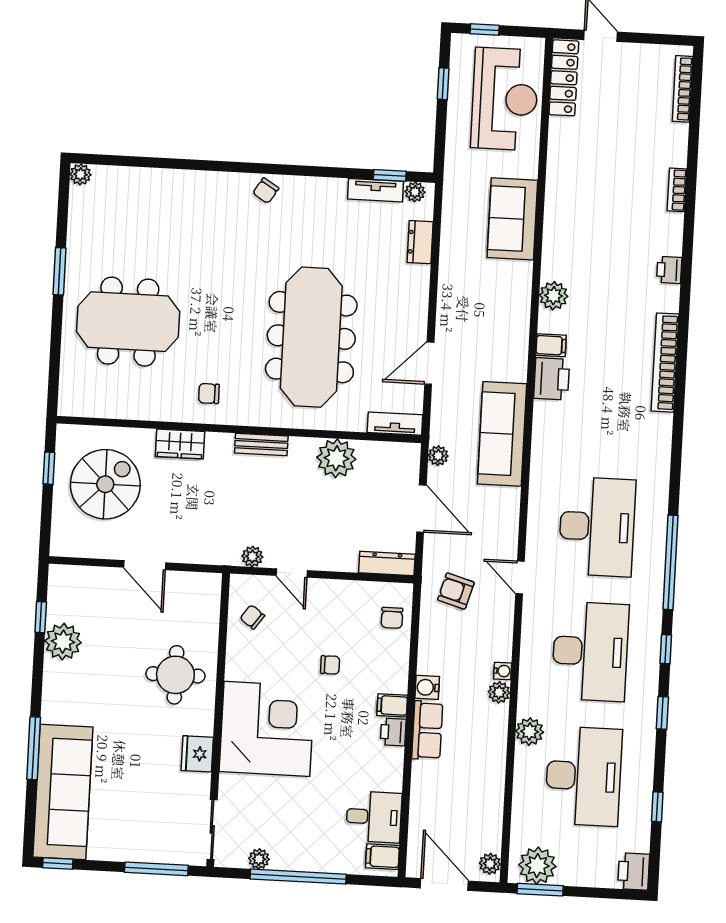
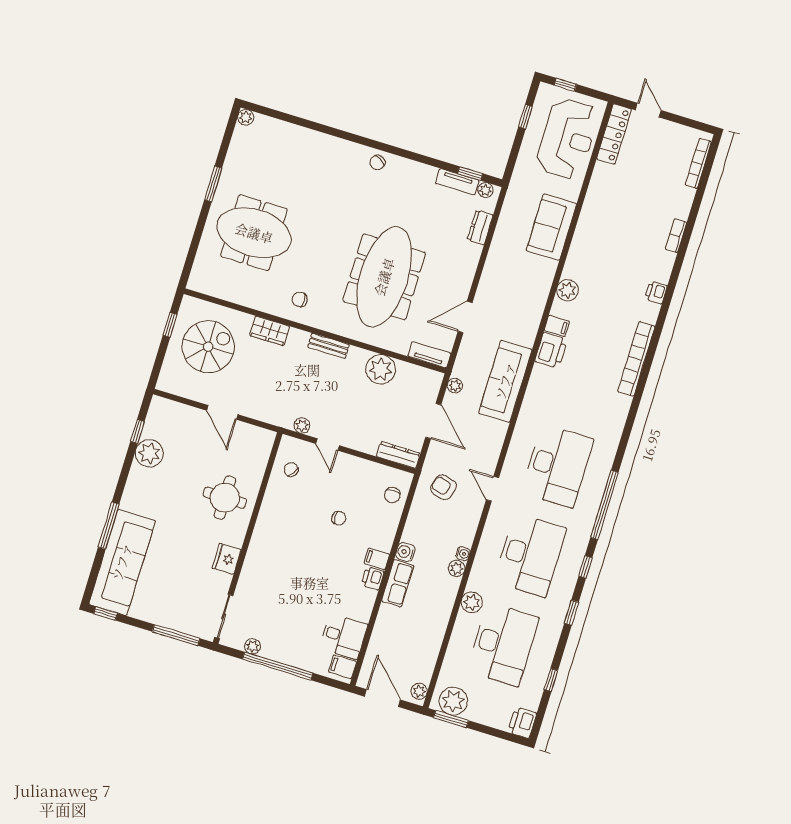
corner desk: (267, 729) -> (282, 553), removed

